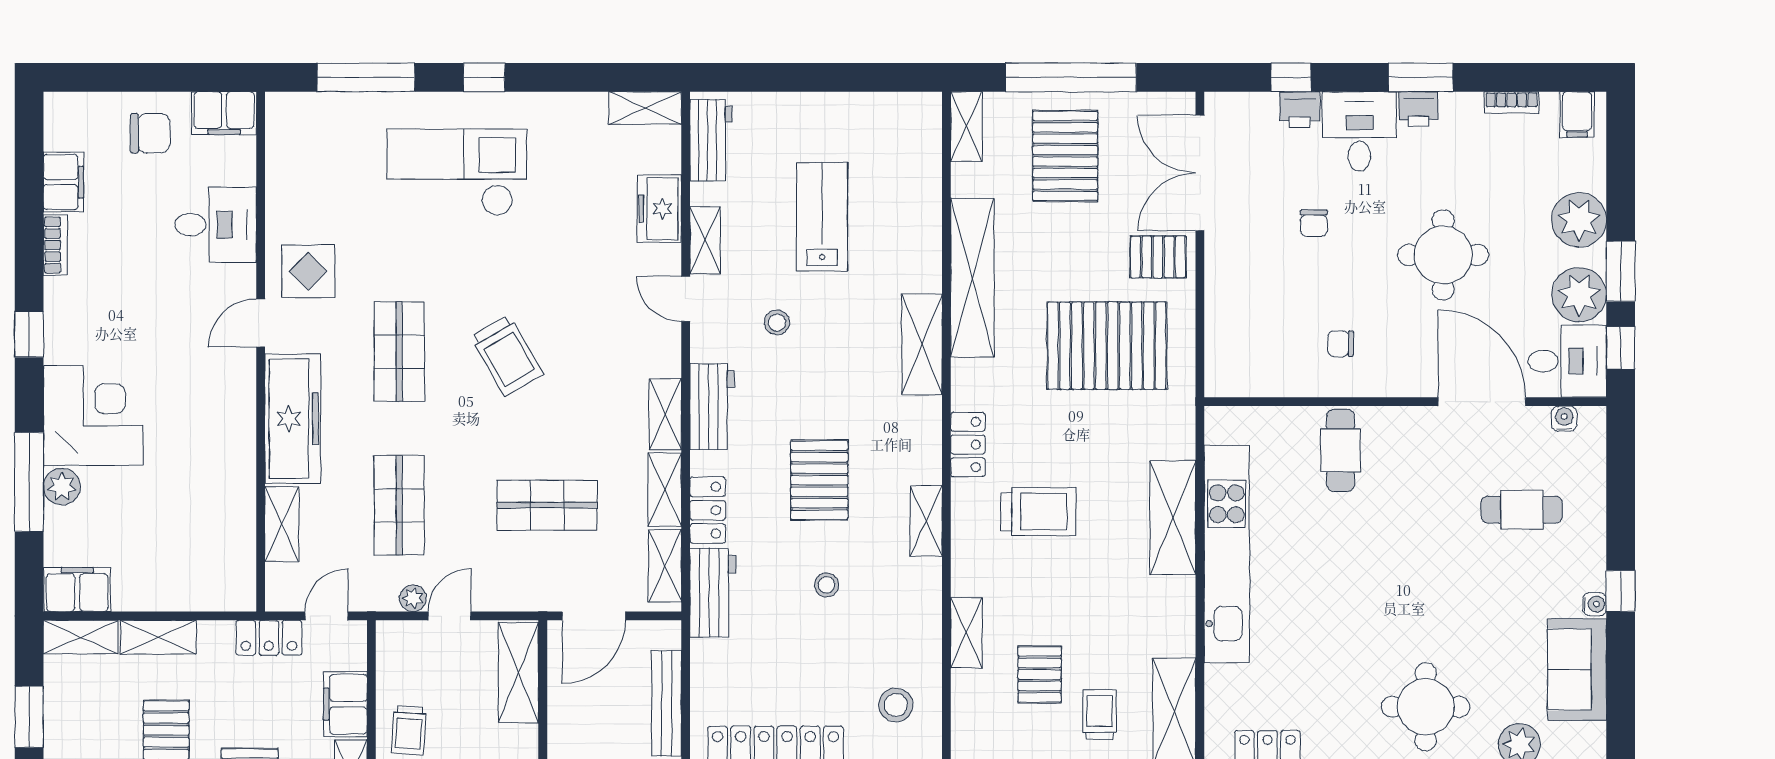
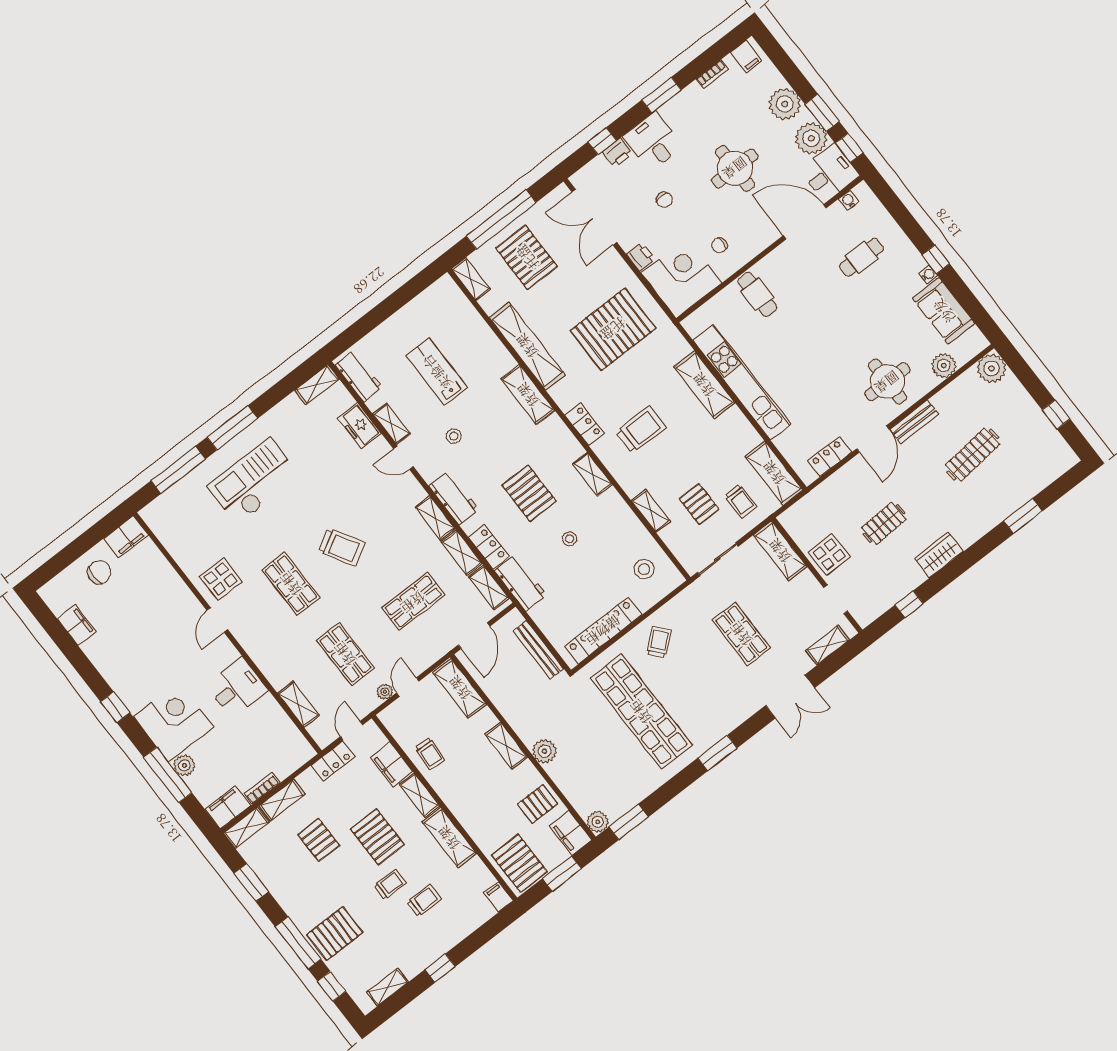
window: (484, 77) -> (232, 428), width x2.17
printer: (1418, 109) -> (641, 257), moved, turned -90
desk: (216, 225) -> (237, 688), moved
bookcase: (55, 245) -> (262, 788), moved, turned -90
pallet: (1158, 257) -> (605, 271), removed
corner desk: (1254, 348) -> (681, 278), added
freezer: (293, 419) -> (266, 652), removed
trolley: (1099, 715) -> (741, 501), turned 180

